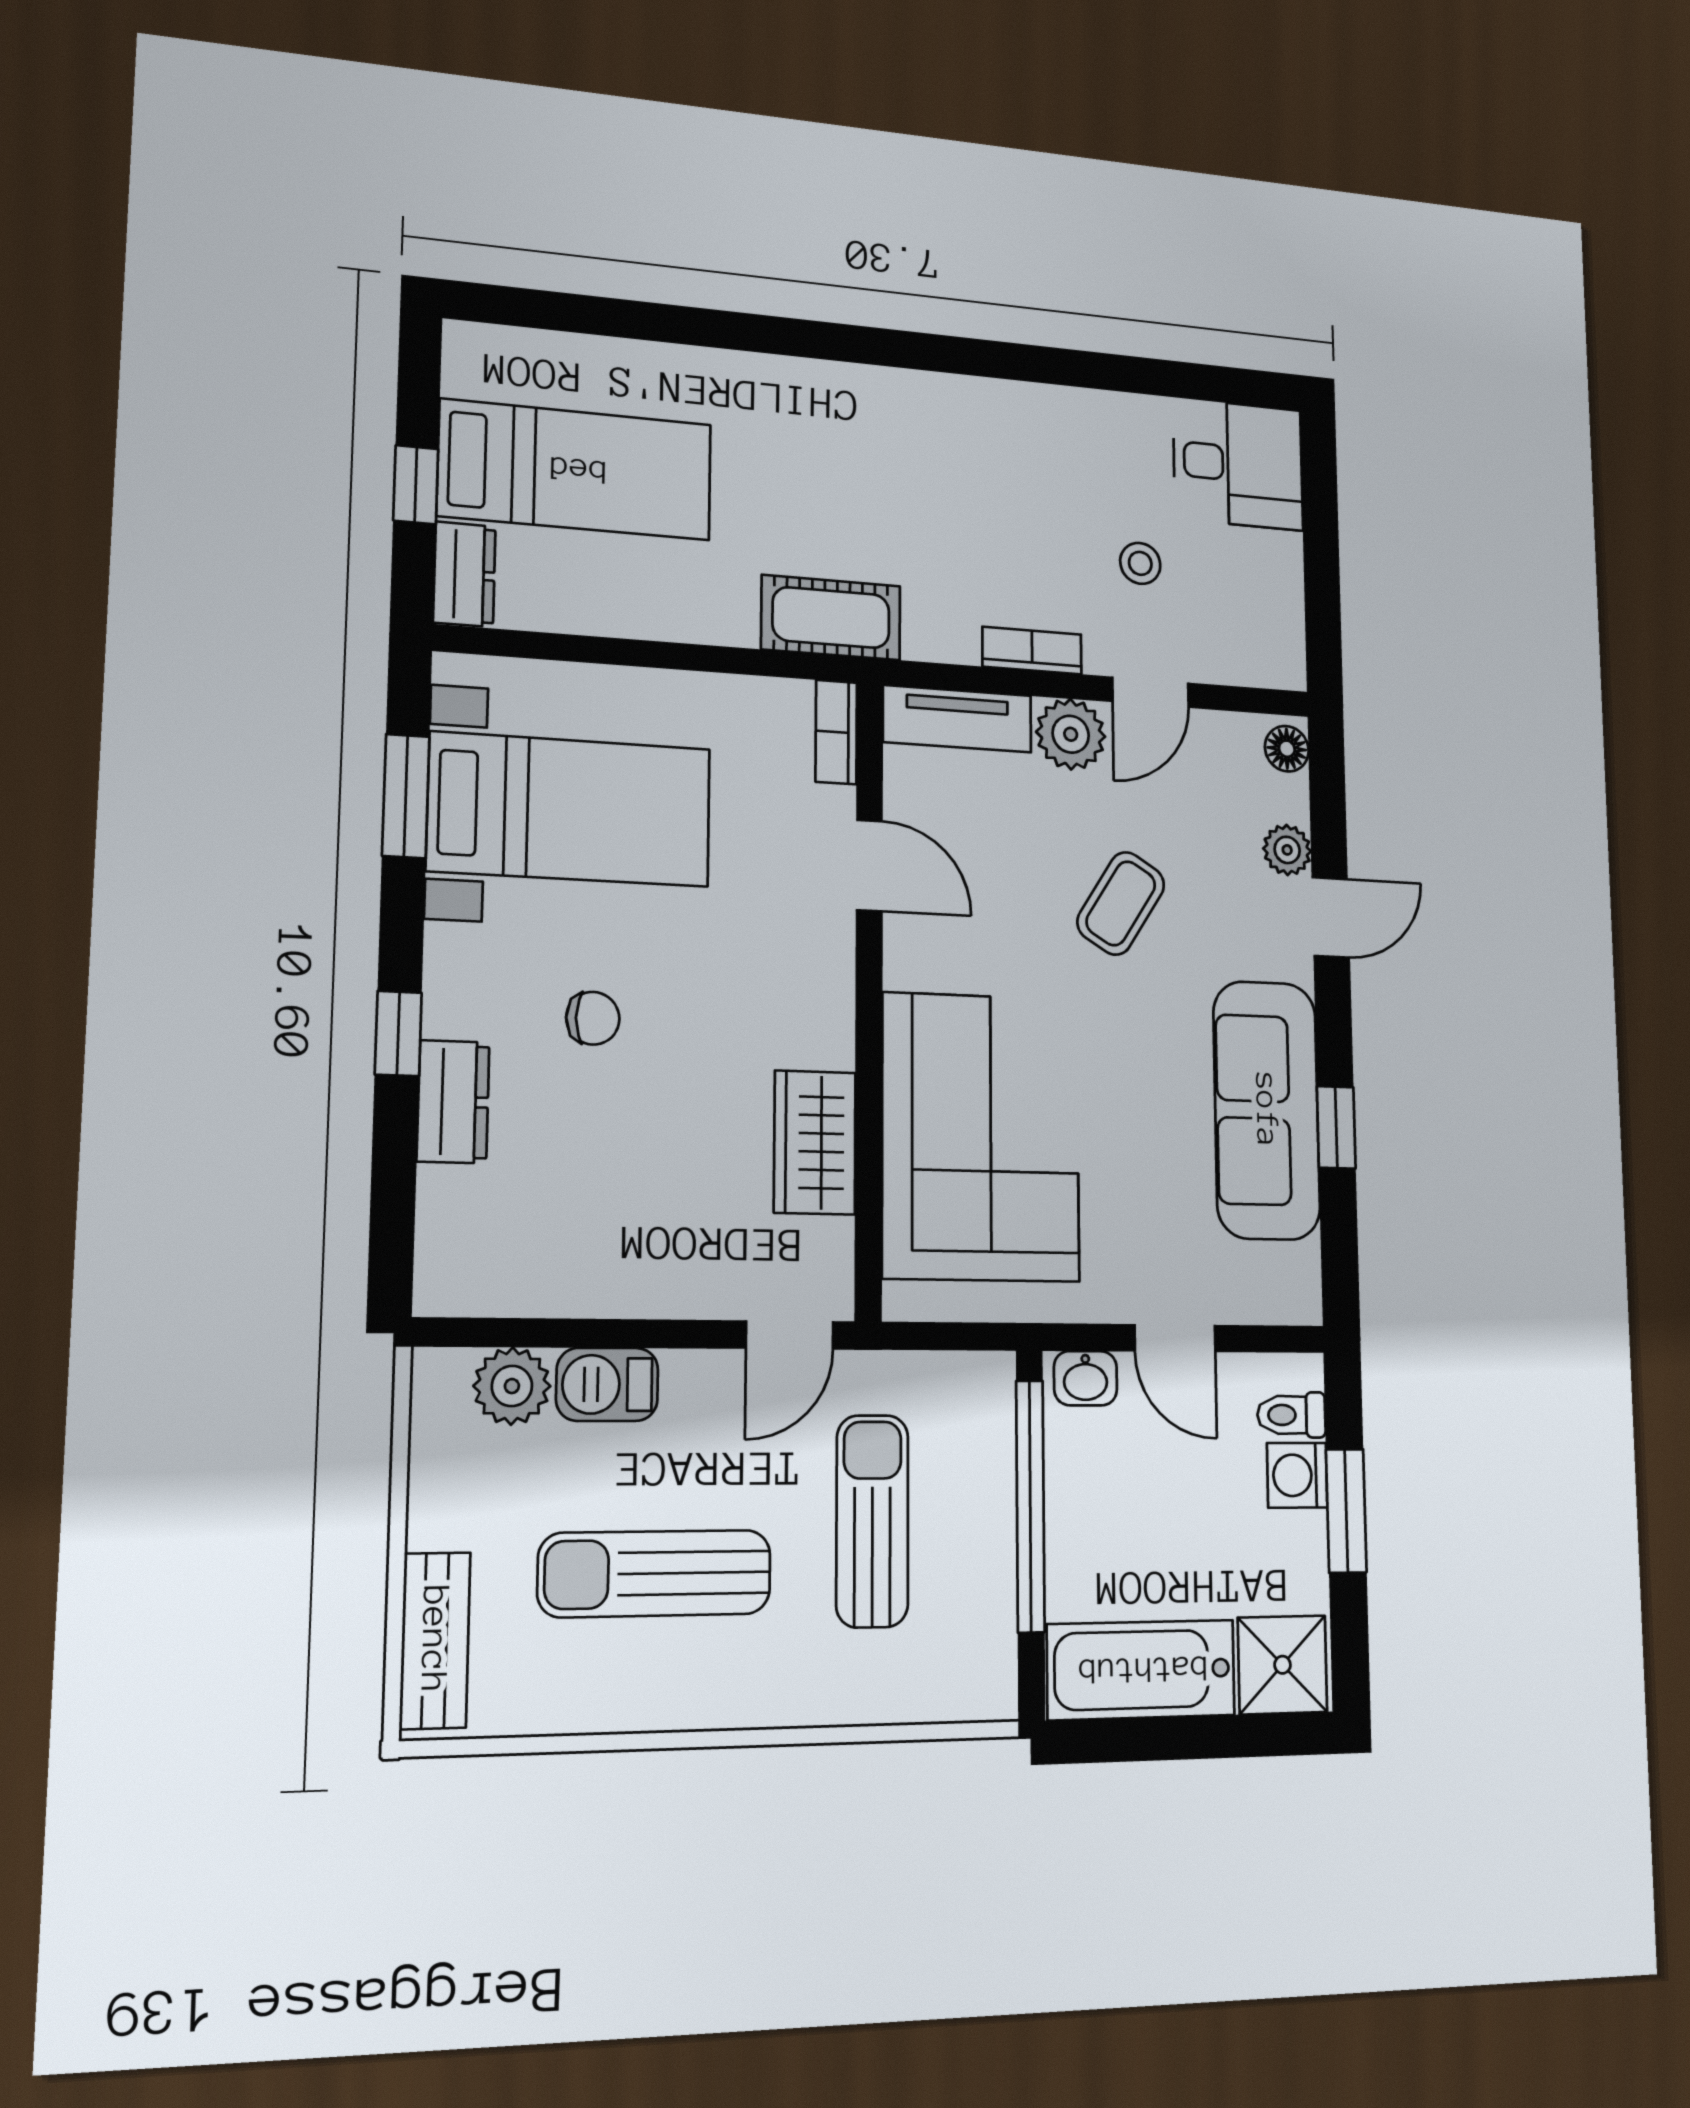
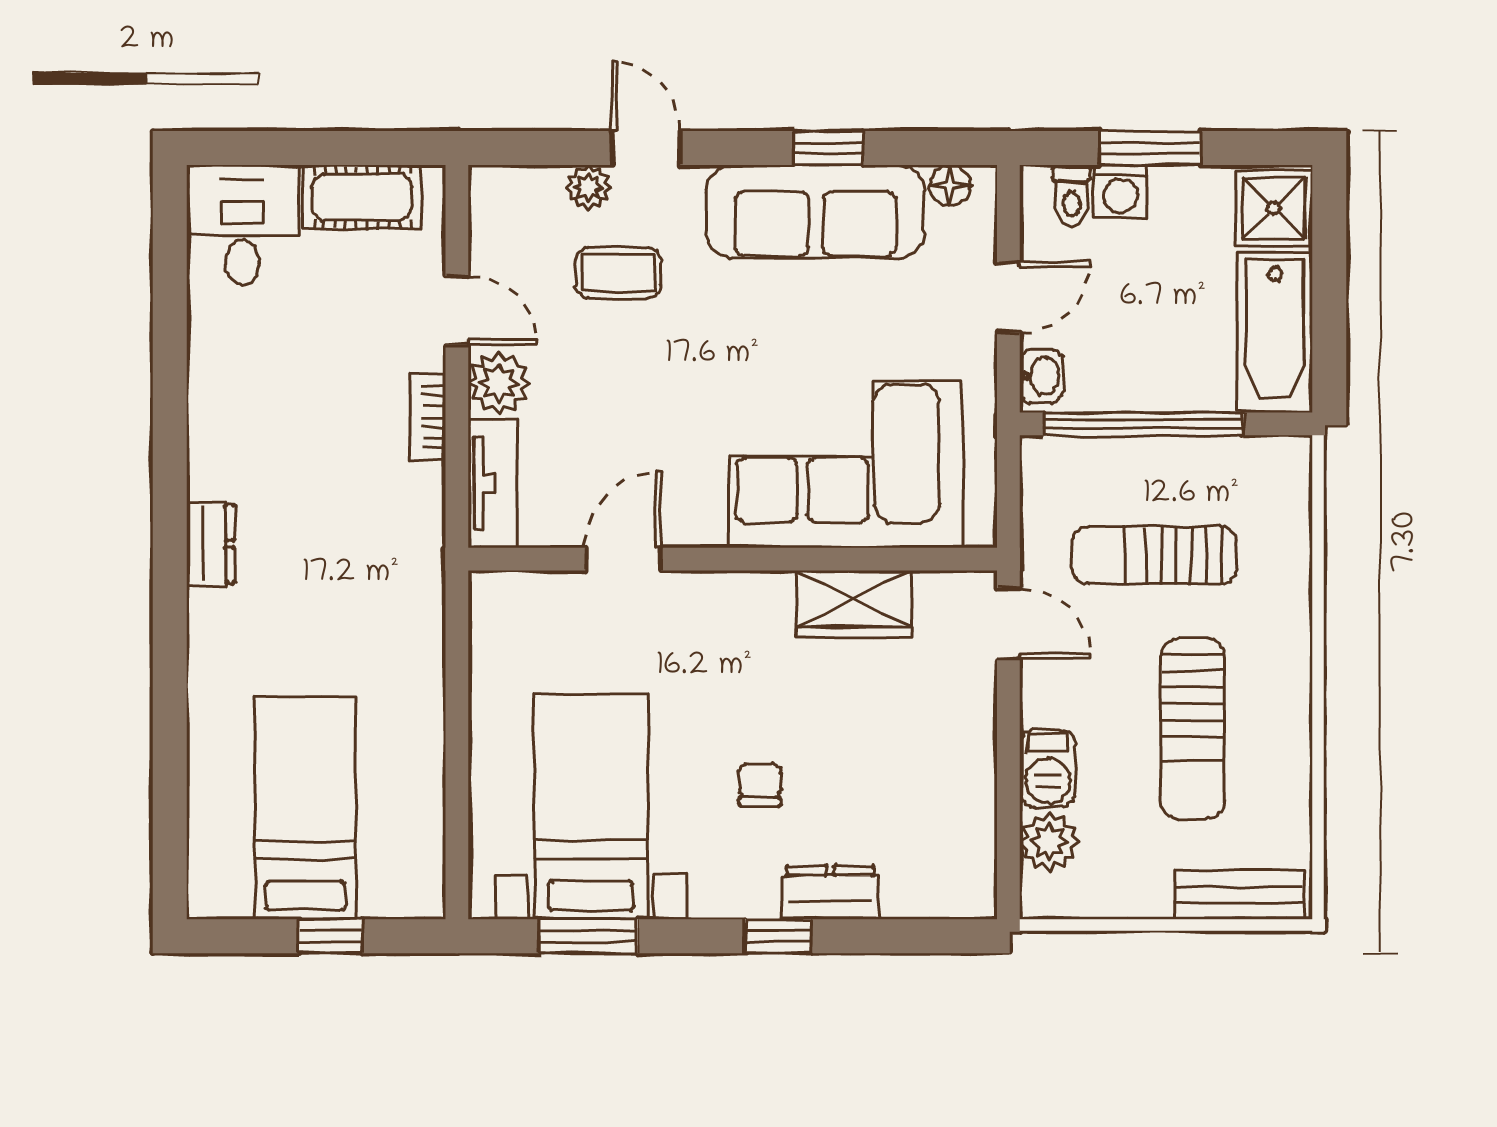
stool: (1140, 563) -> (342, 318), removed
dresser: (464, 574) -> (210, 544), moved, turned 90
cot: (831, 618) -> (362, 197), moved, turned 90
bookcase: (836, 732) -> (512, 588), removed
floor lamp: (1287, 749) -> (950, 185), moved
coffee table: (1121, 903) -> (618, 273), moved, turned -32

